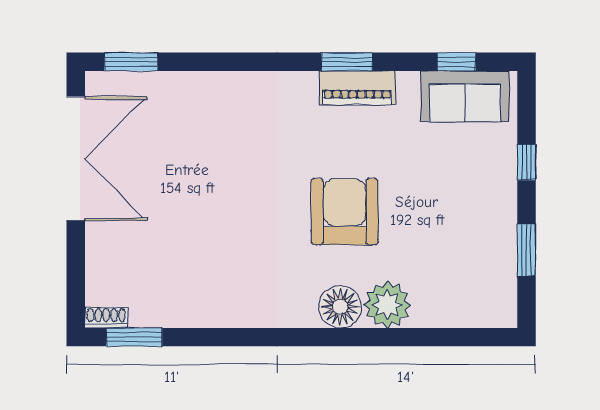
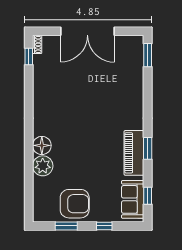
piano: (357, 88) -> (134, 153), width x1.37, depth x1.33
double door: (76, 159) -> (87, 31), moved
armchair: (345, 212) -> (75, 204), moved
window: (134, 337) -> (29, 57), width x0.67

